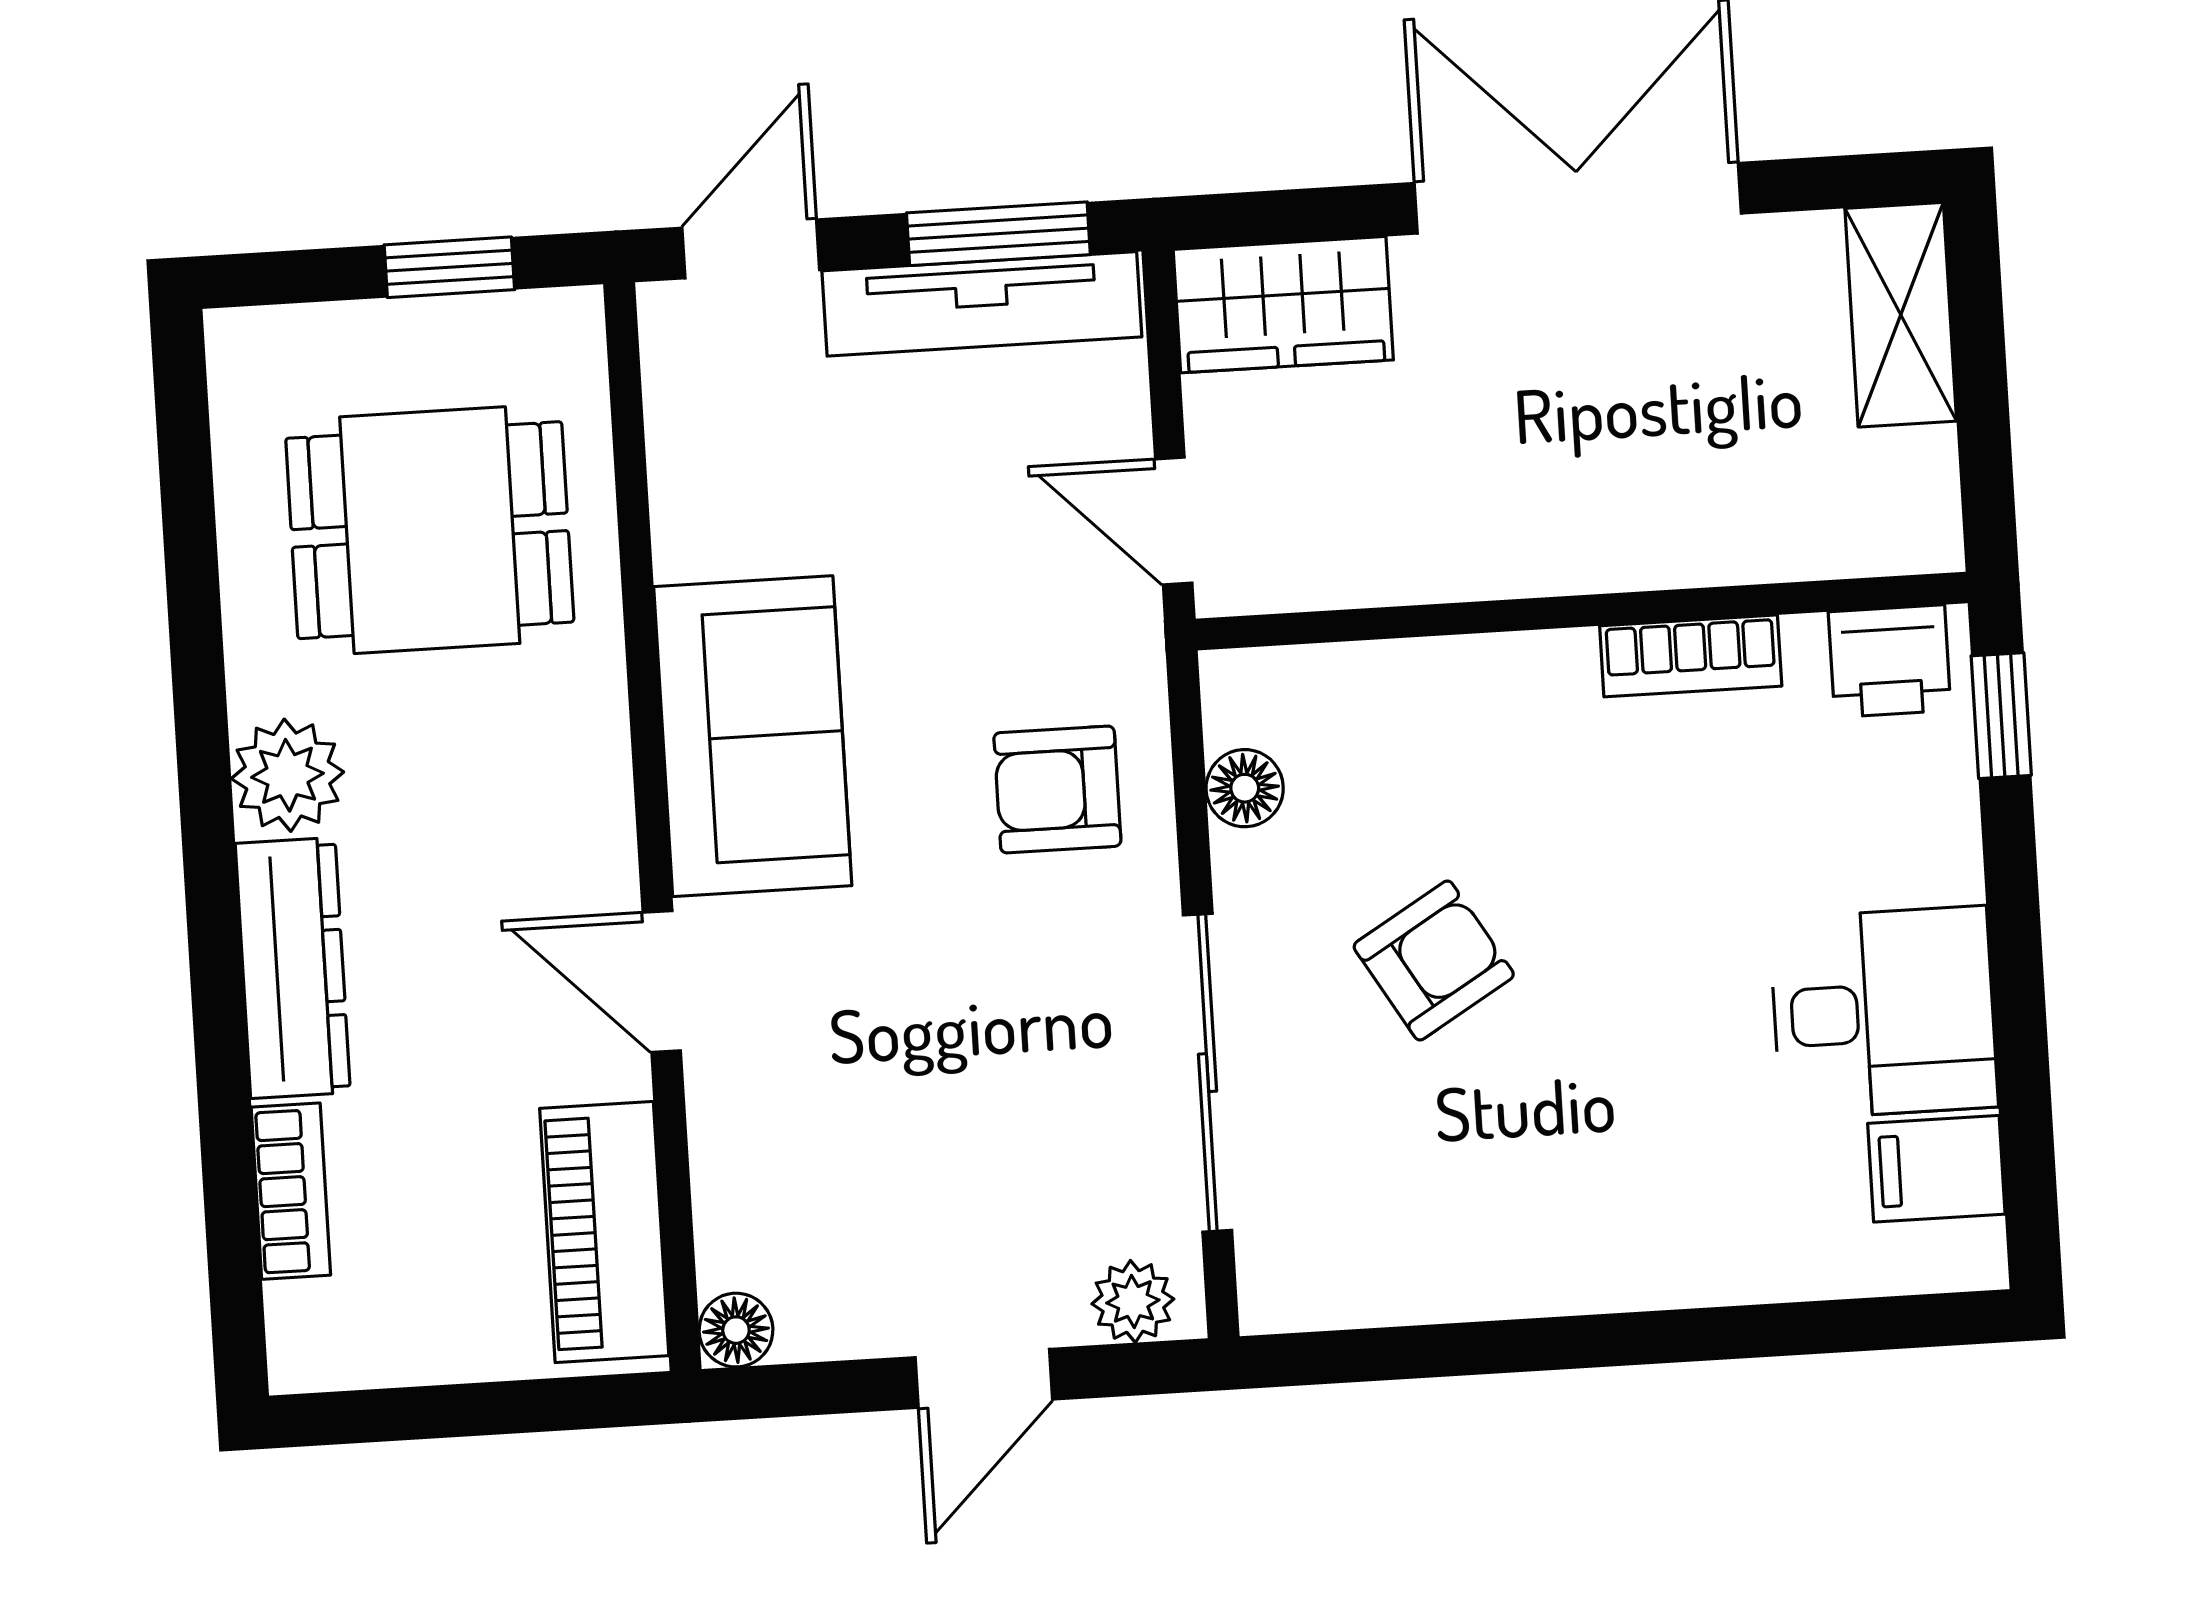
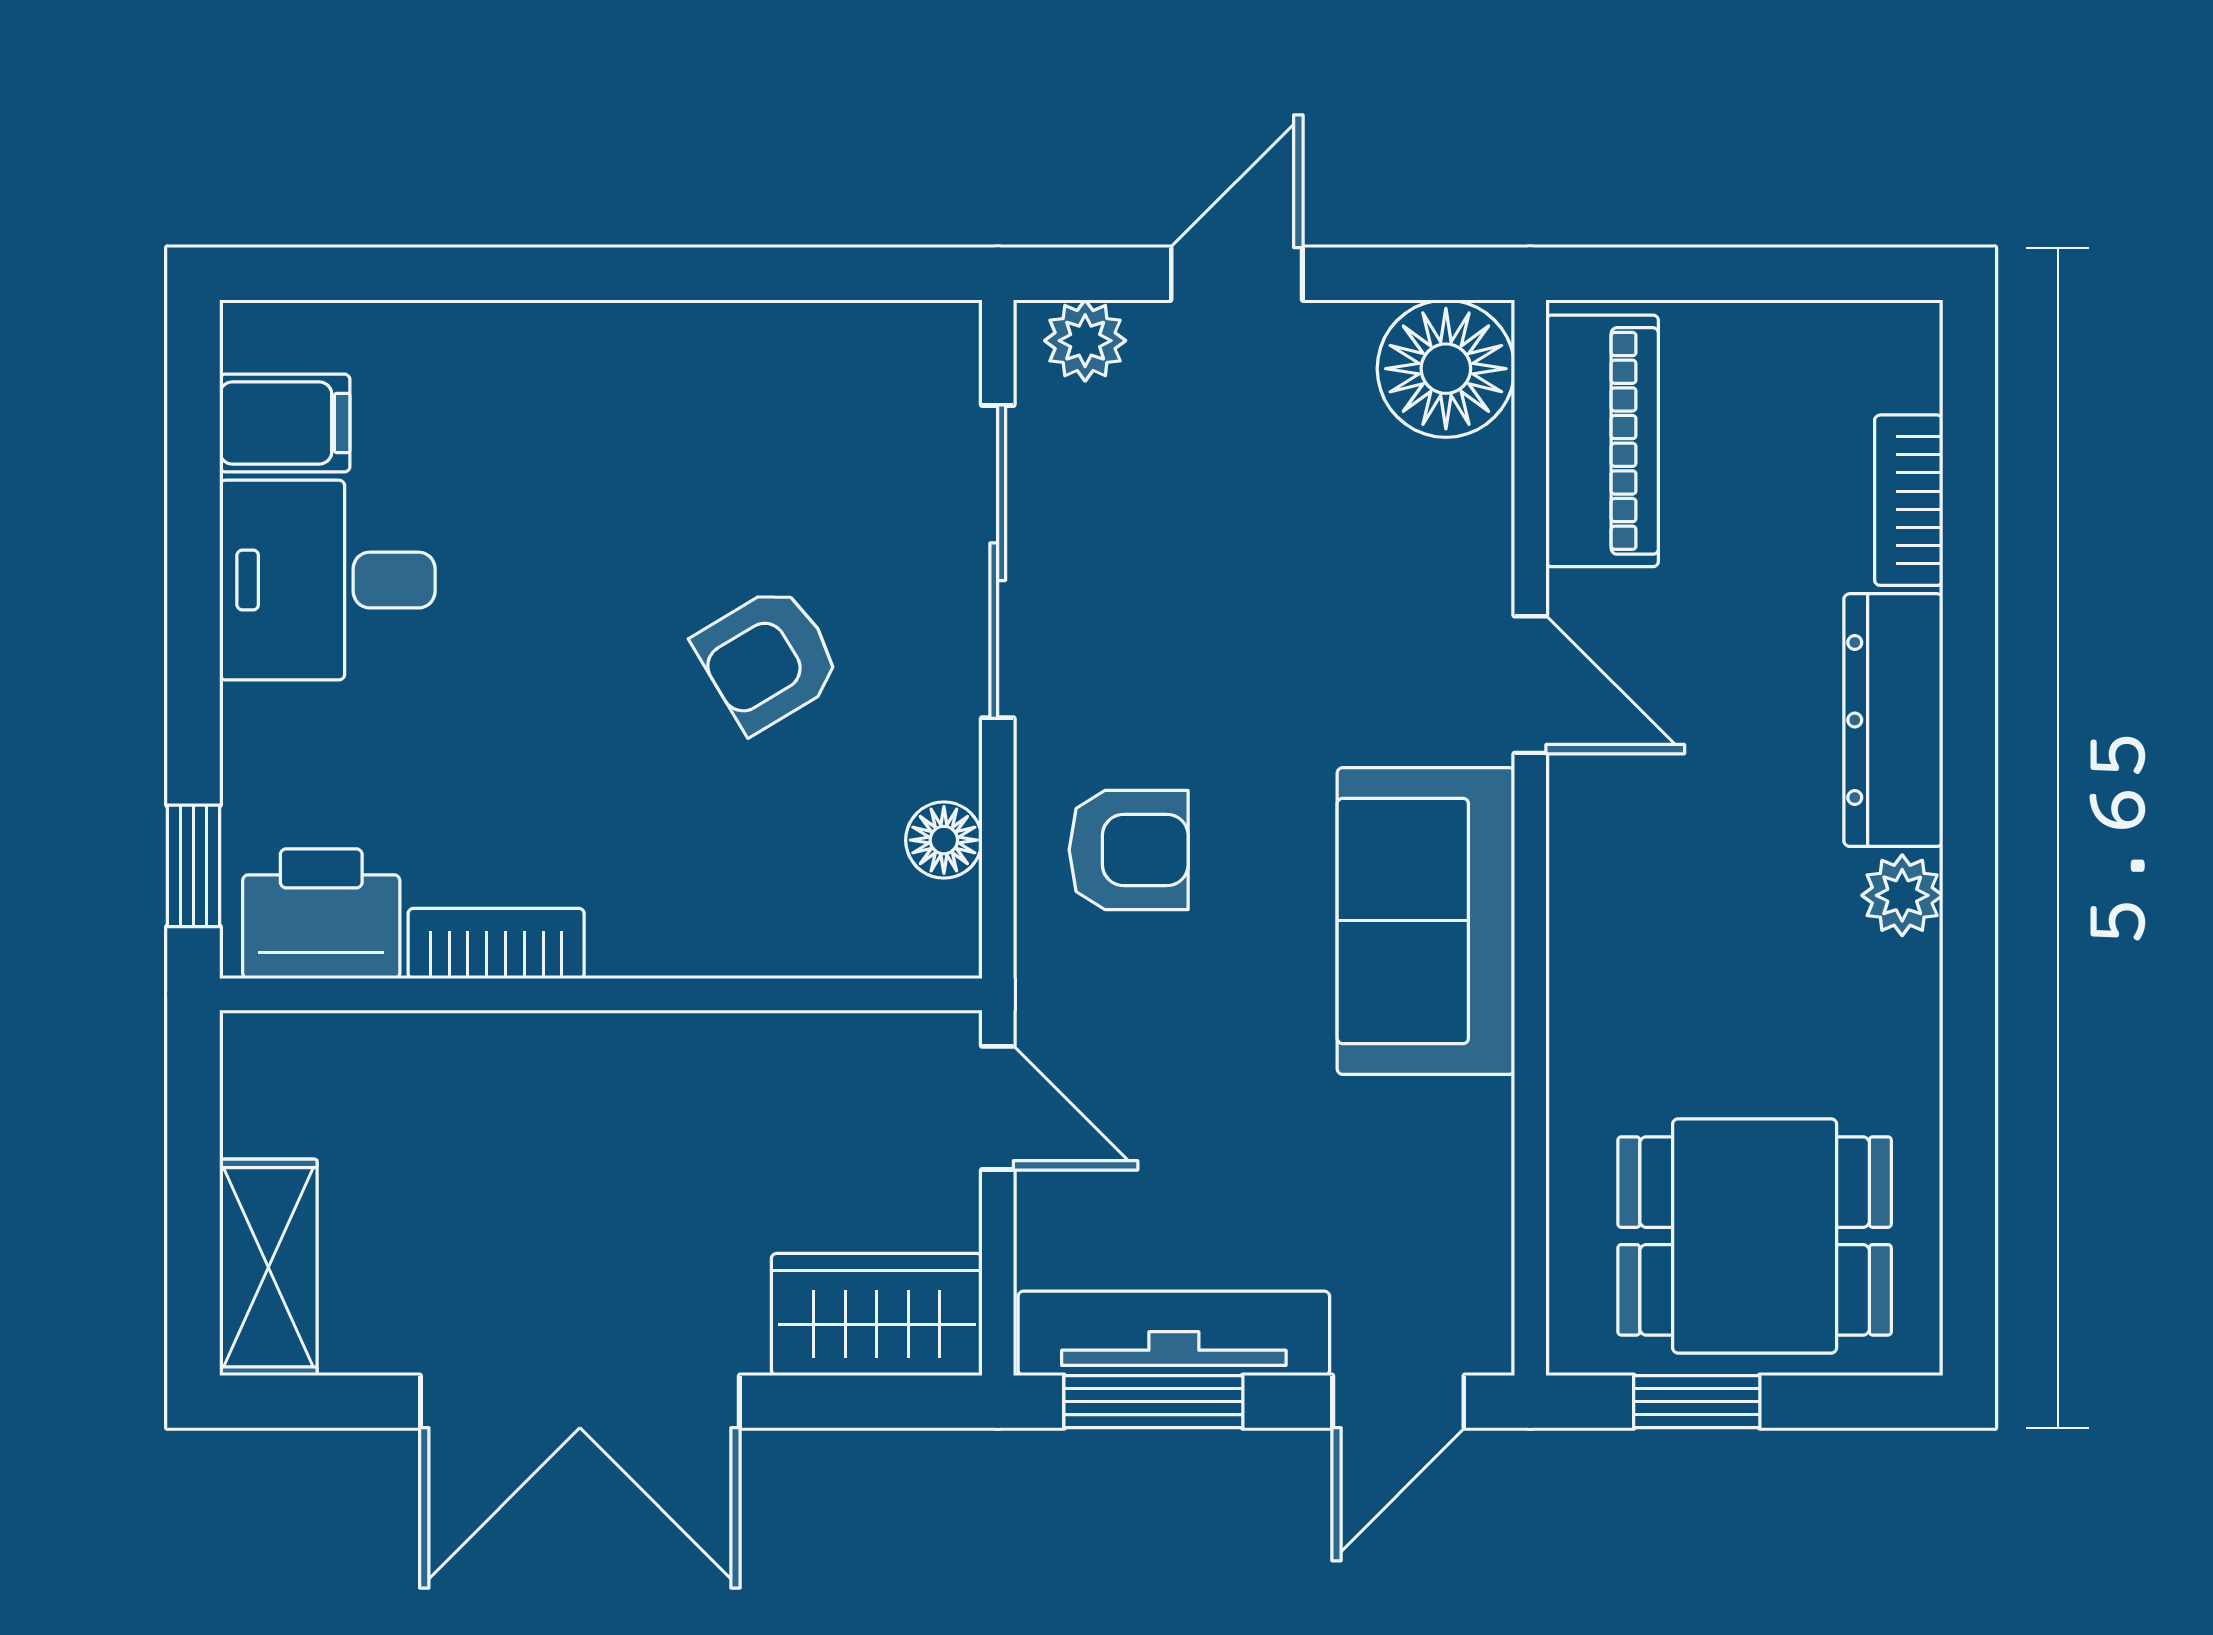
dining table: (430, 530) -> (1755, 1236), moved
printer: (1890, 661) -> (321, 914), width x1.36, depth x1.24
plant: (287, 775) -> (1902, 895), width x0.73, depth x0.73
floor lamp: (736, 1330) -> (1446, 369), width x1.89, depth x1.89

